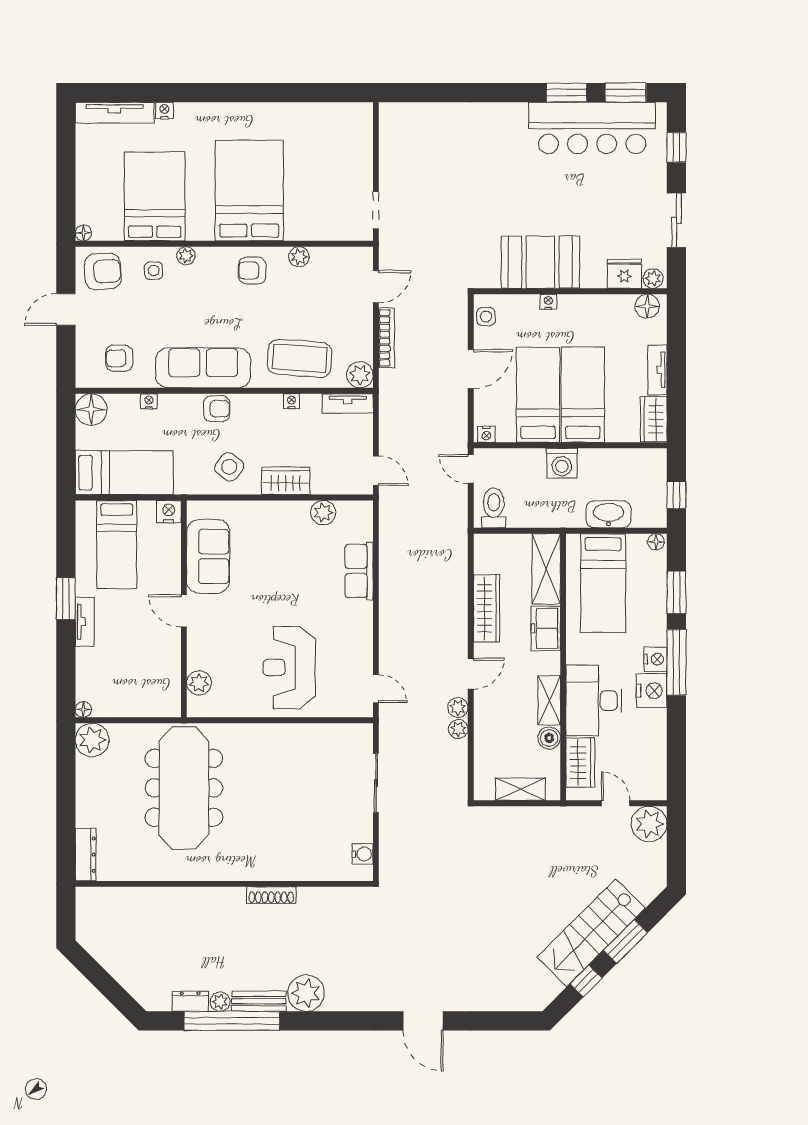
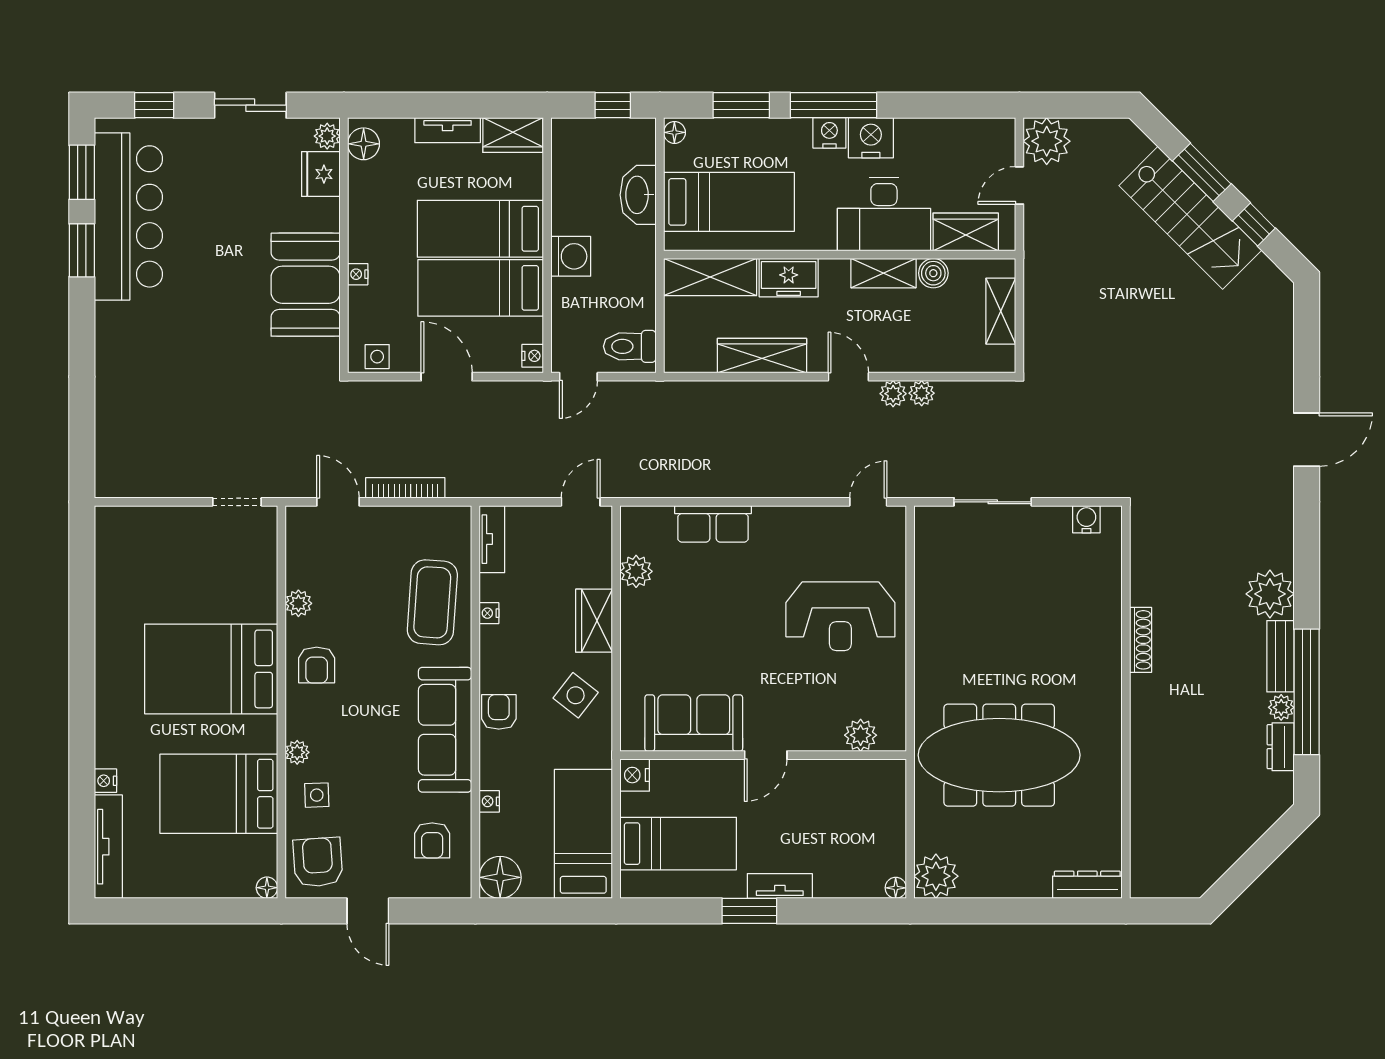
plant: (360, 375) -> (454, 523), removed

